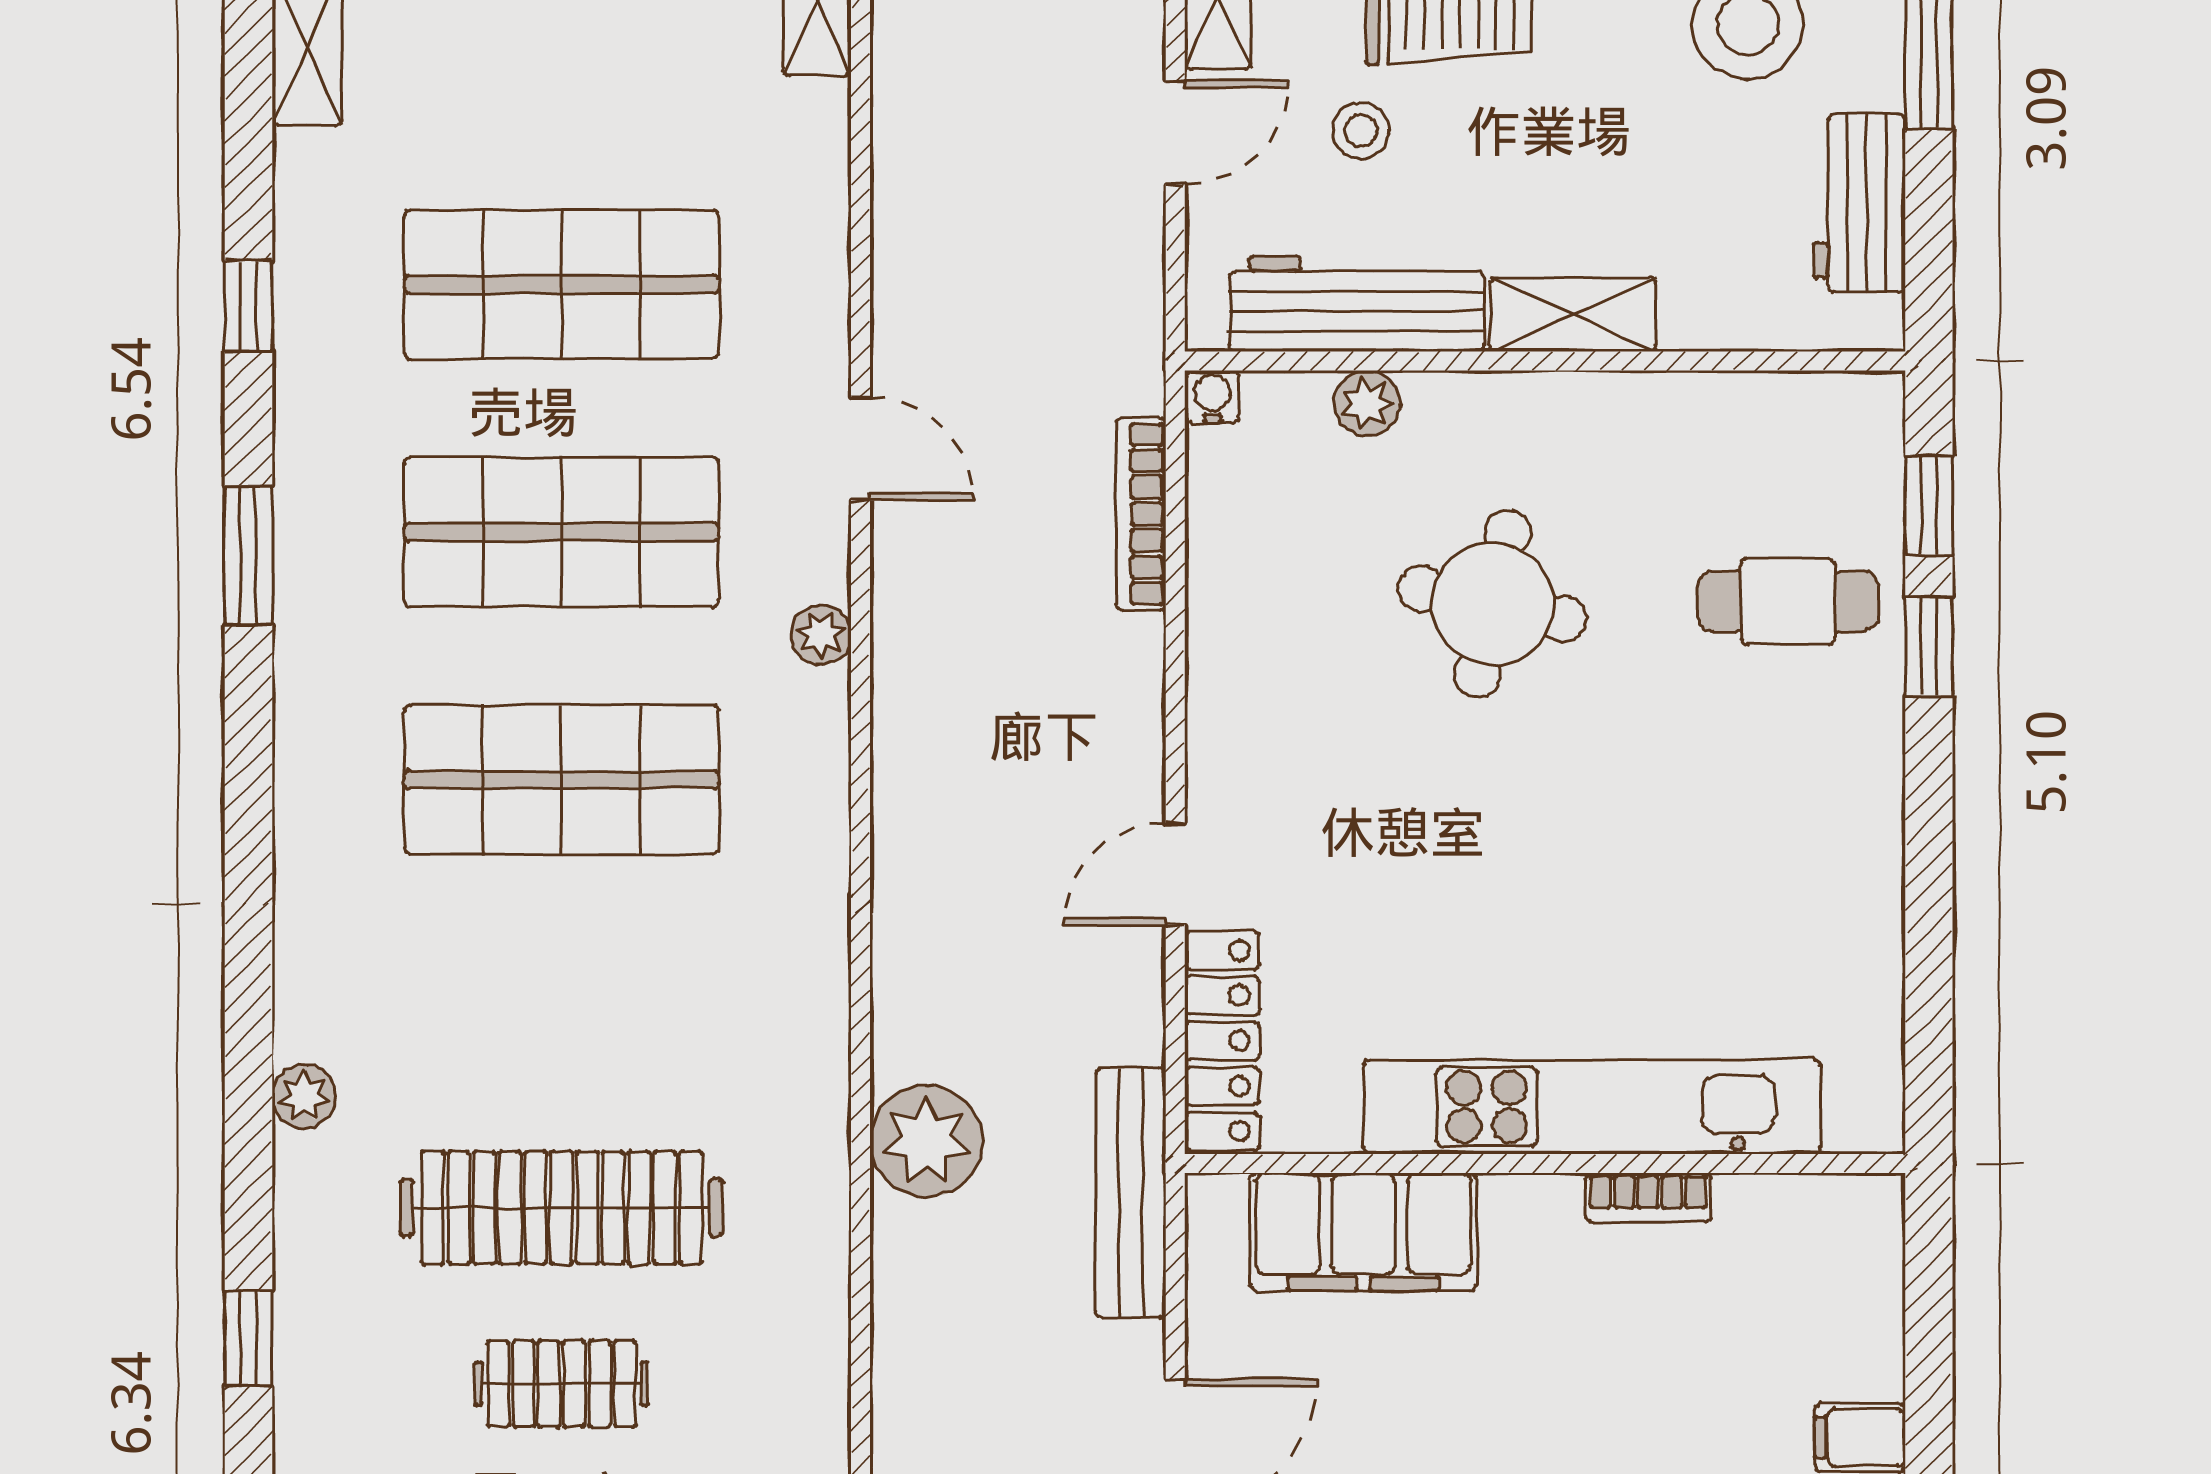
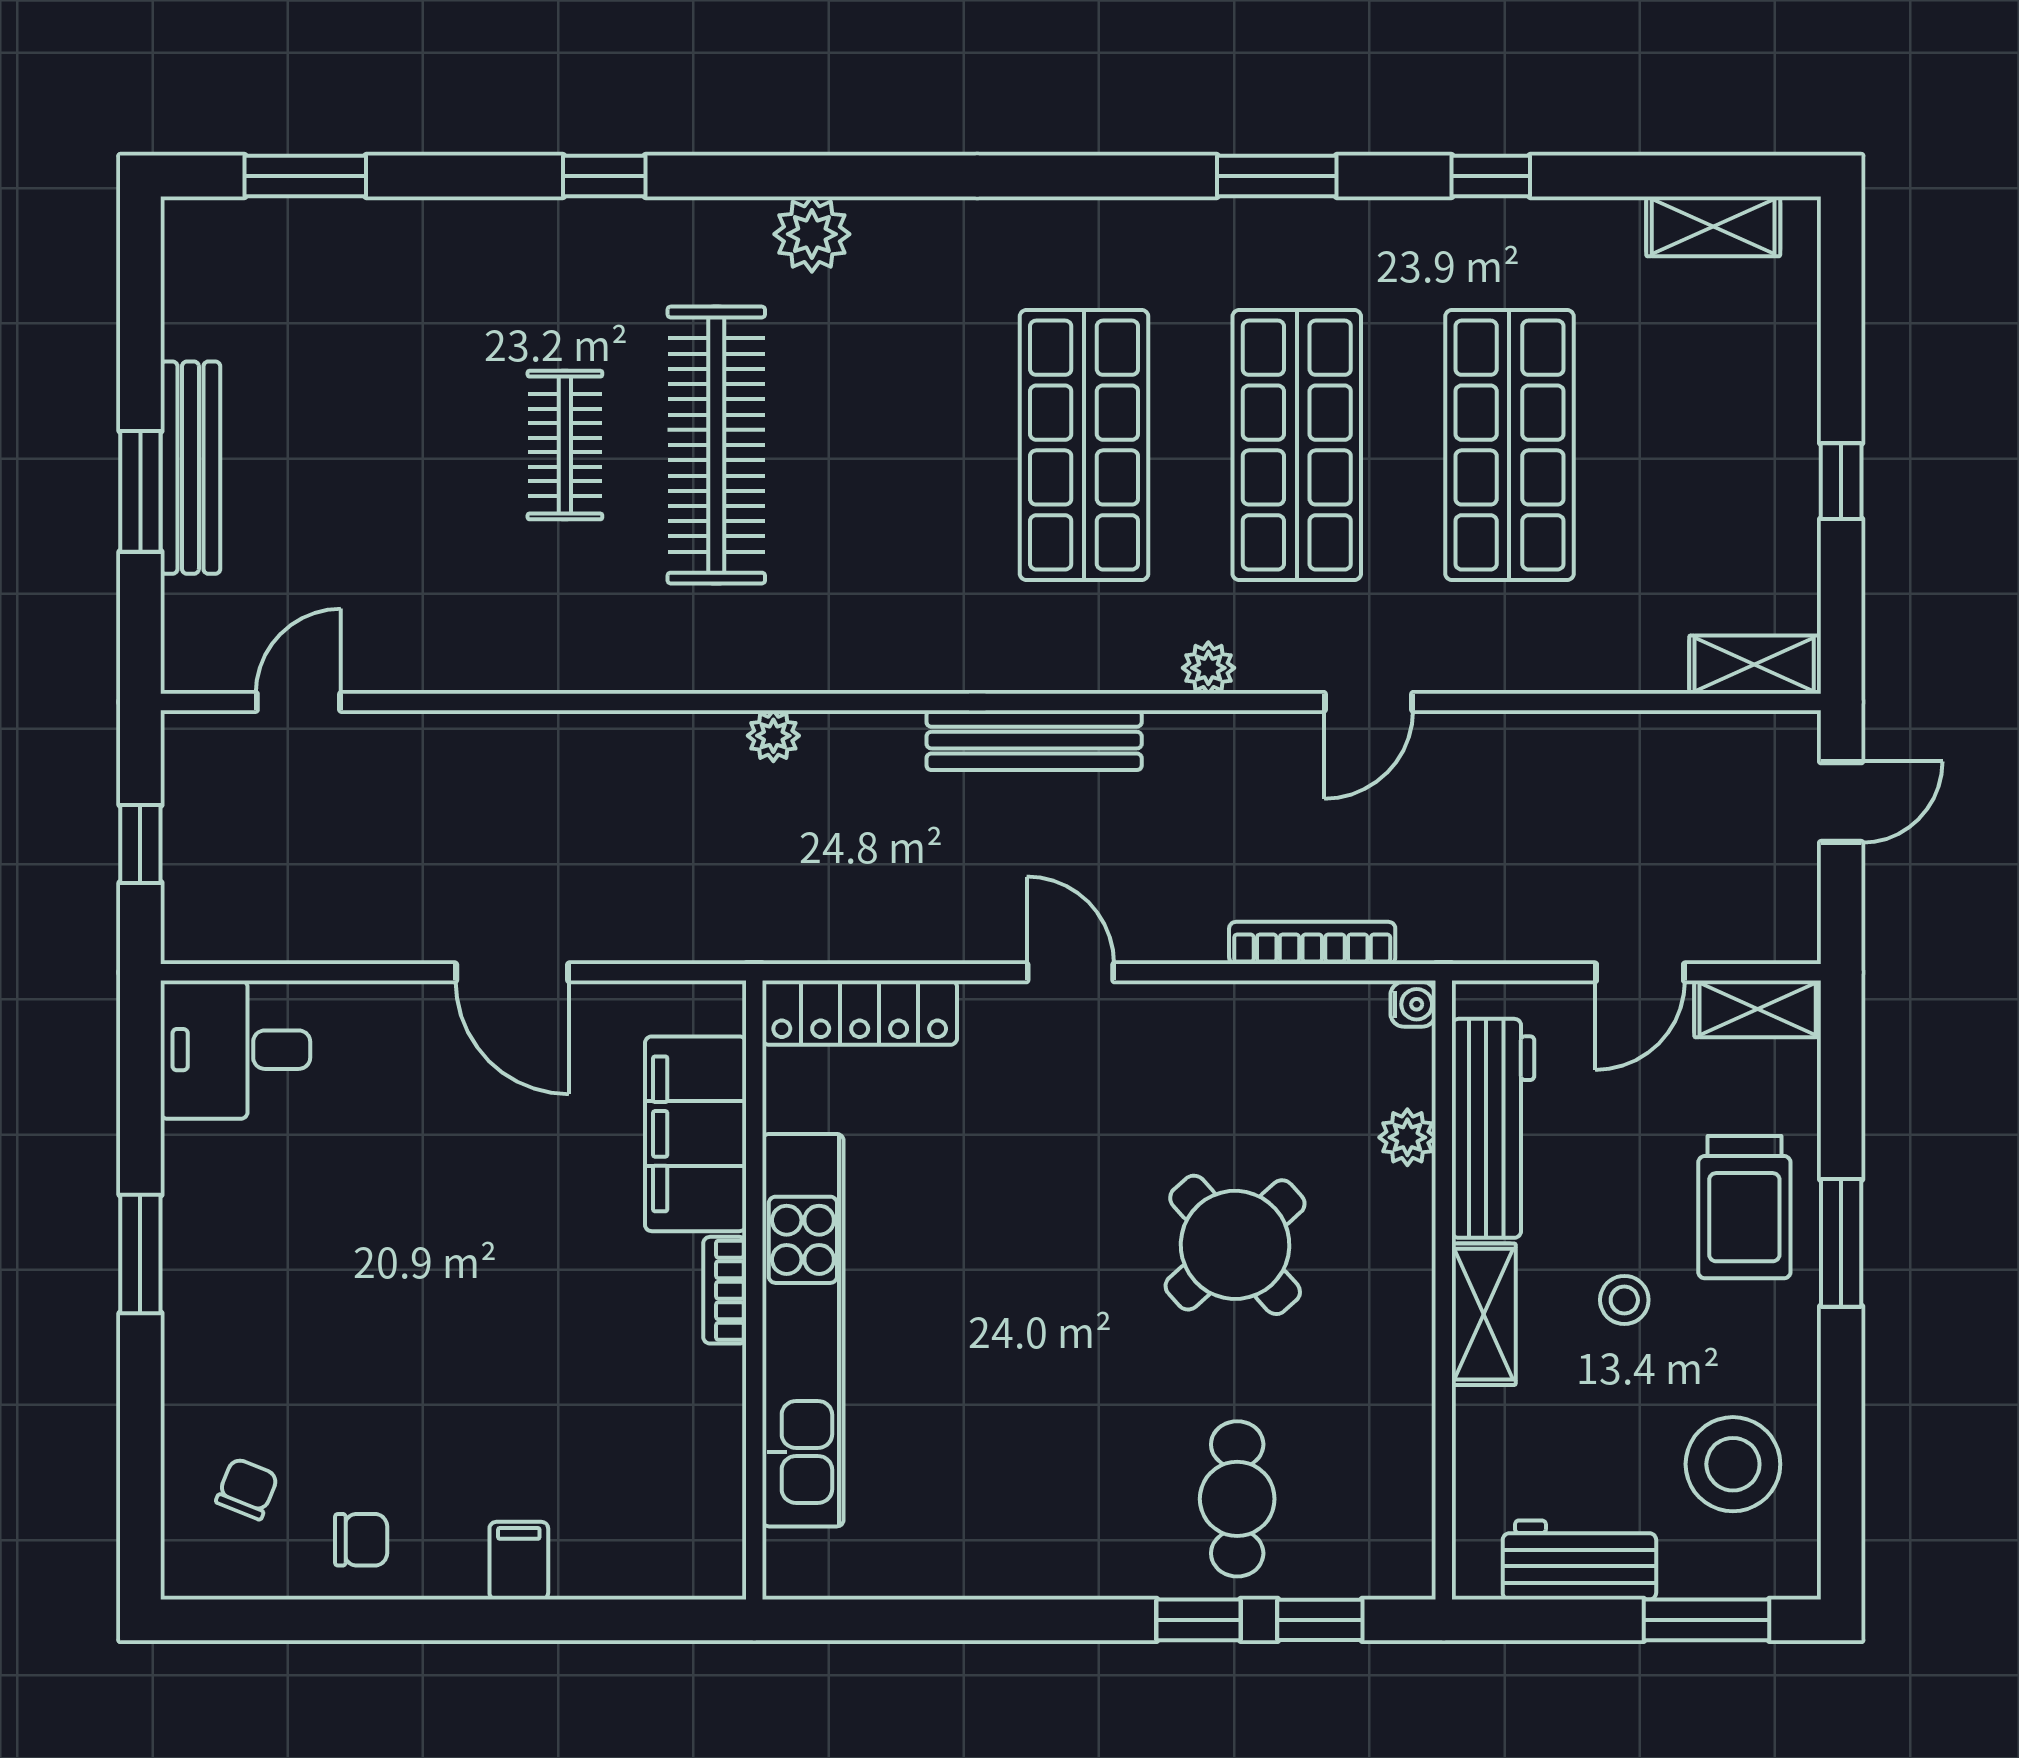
stool: (1361, 131) -> (1624, 1300), moved
door: (1175, 133) -> (1640, 972), hinge flipped
round table: (1492, 604) -> (1235, 1245), turned 36
door: (1175, 874) -> (1070, 972), moved
plant: (304, 1096) -> (812, 234), width x1.38, depth x1.38
plant: (926, 1141) -> (773, 736), width x0.53, depth x0.53
bench: (1131, 1193) -> (1034, 740), moved
bookcase: (1648, 1198) -> (725, 1290), moved

